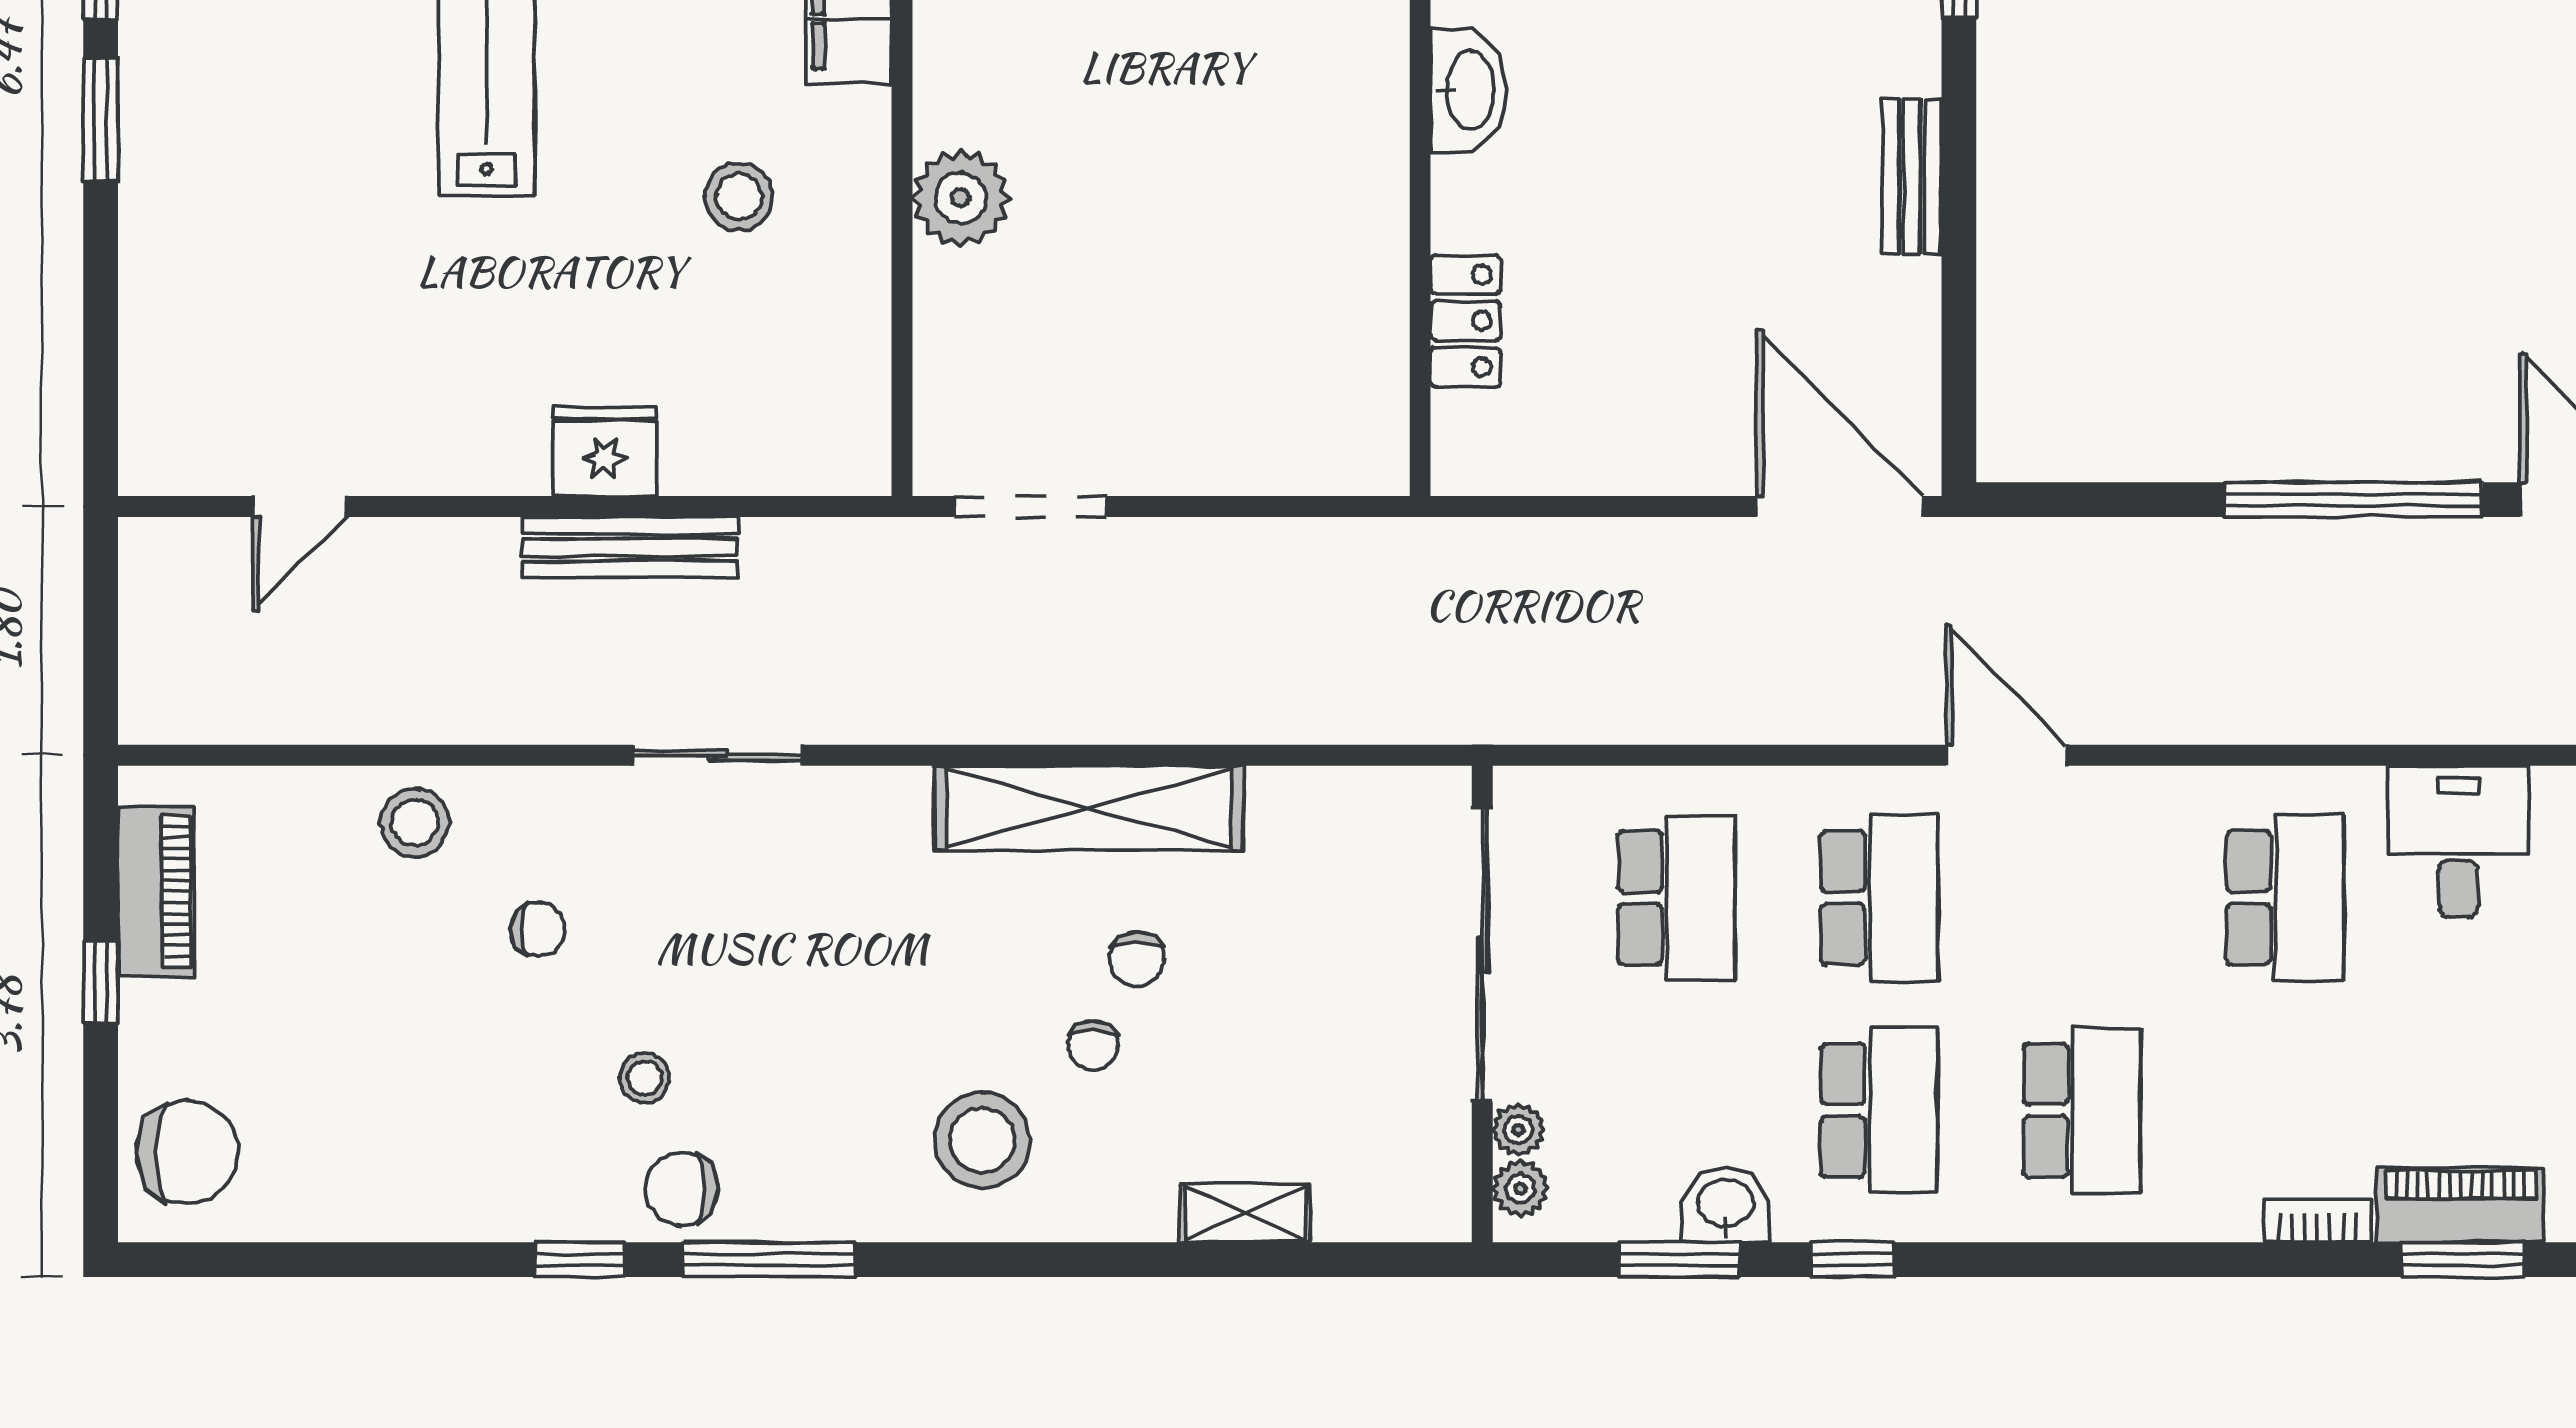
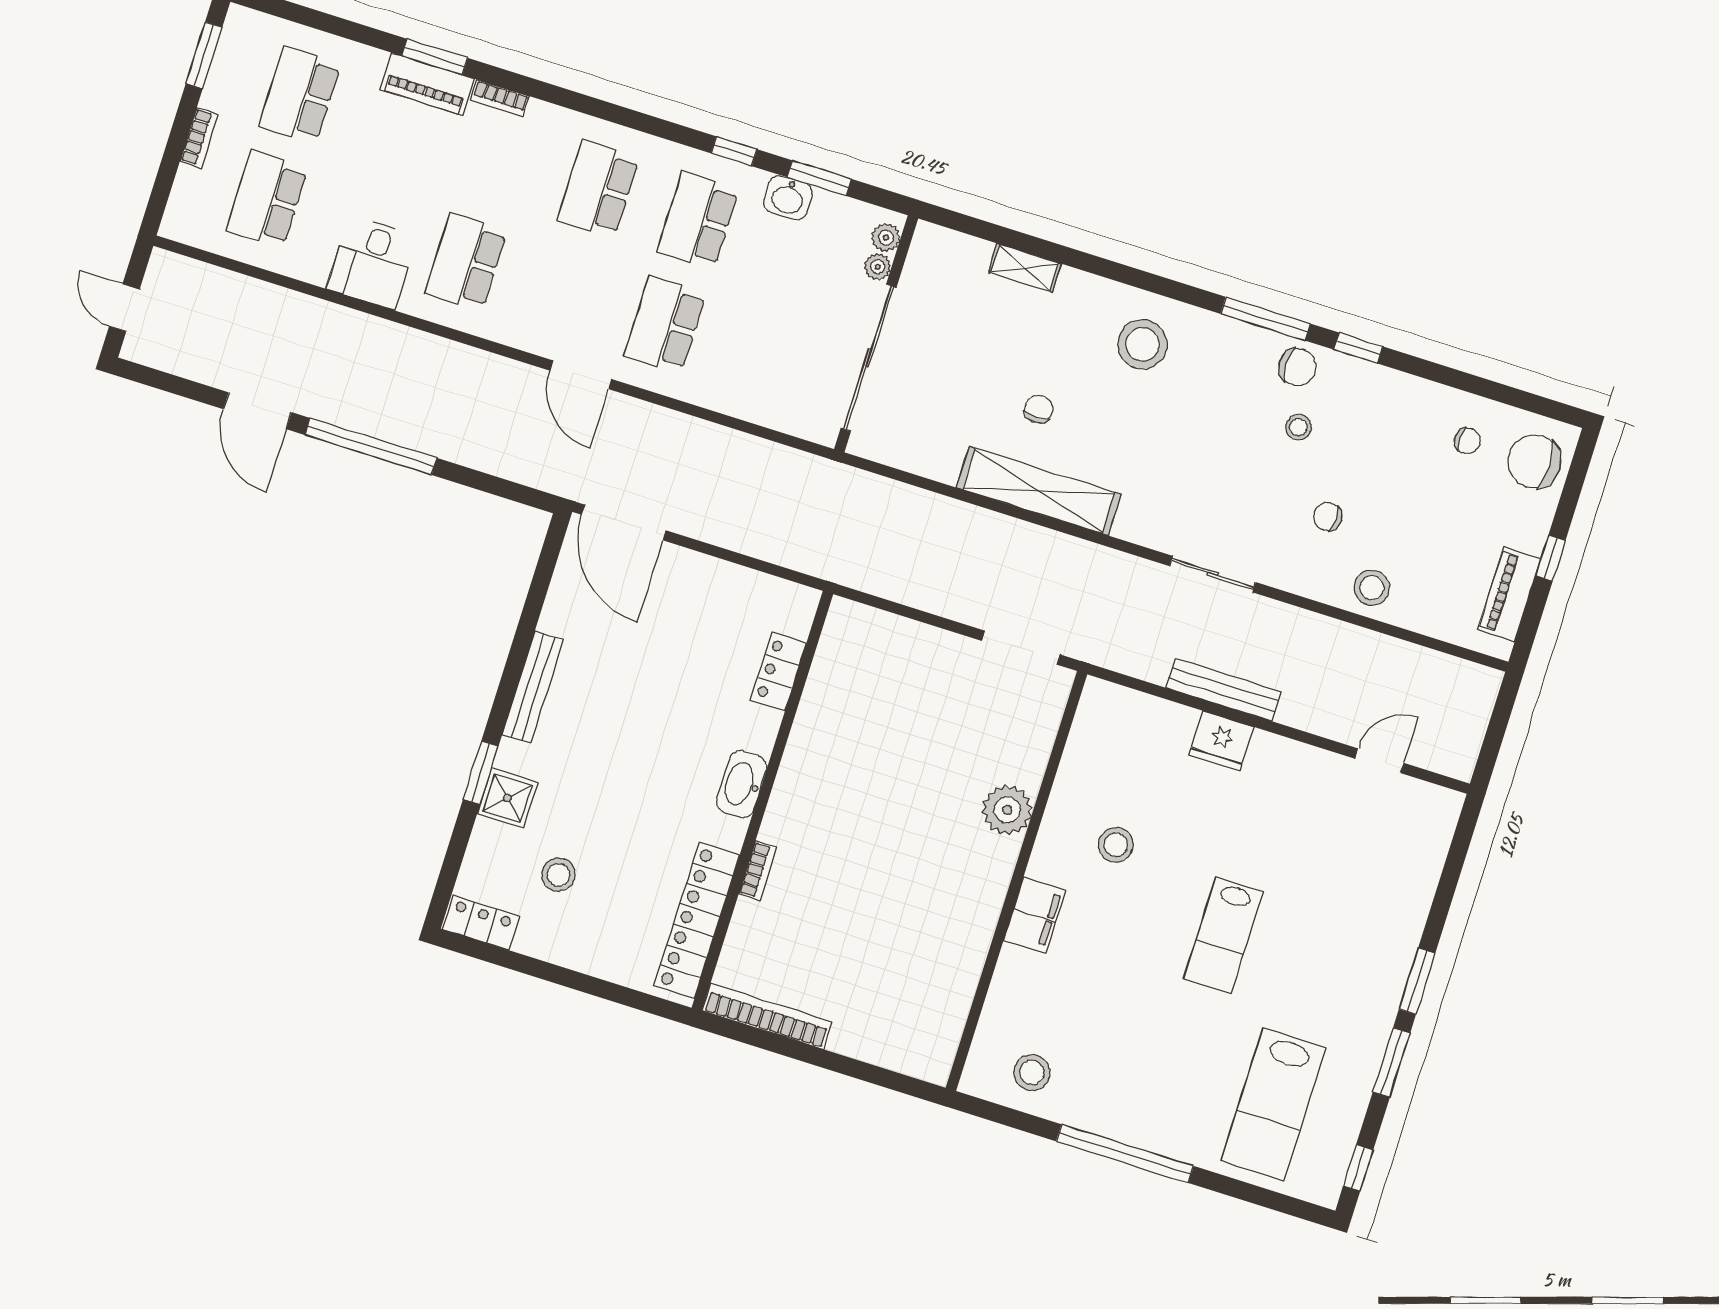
bench: (1912, 177) -> (533, 687), width x1.36
school desk: (1676, 898) -> (765, 356), removed
chair: (1093, 1045) -> (1467, 441), moved, turned 90

